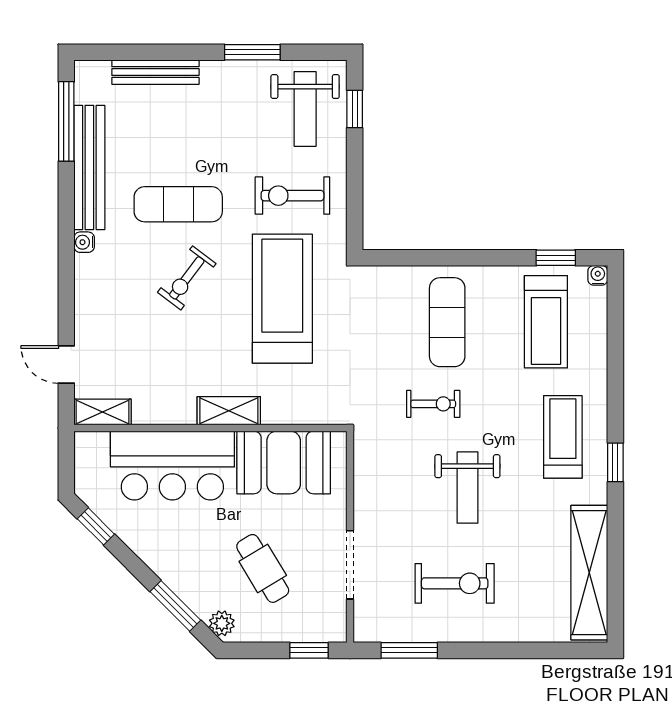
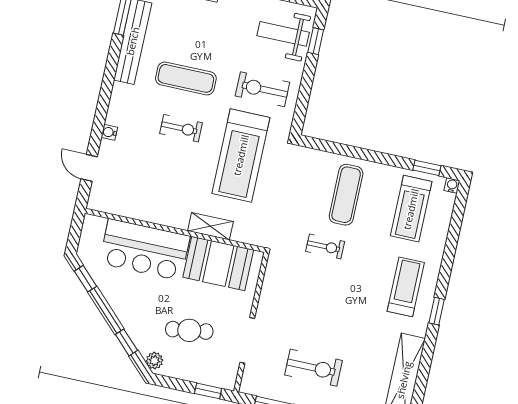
weight bench: (305, 109) -> (283, 34), turned 90
water cooler: (84, 242) -> (109, 132), moved
exercise bike: (187, 278) -> (181, 128), turned -127
treadmill: (282, 299) -> (241, 155), turned 180
shelving: (229, 411) -> (210, 226), moved
shelving: (103, 412) -> (106, 204), removed
weight bench: (467, 488) -> (336, 306), removed
cafe table: (263, 568) -> (189, 330), turned -67
window: (175, 606) -> (126, 342), width x0.67

